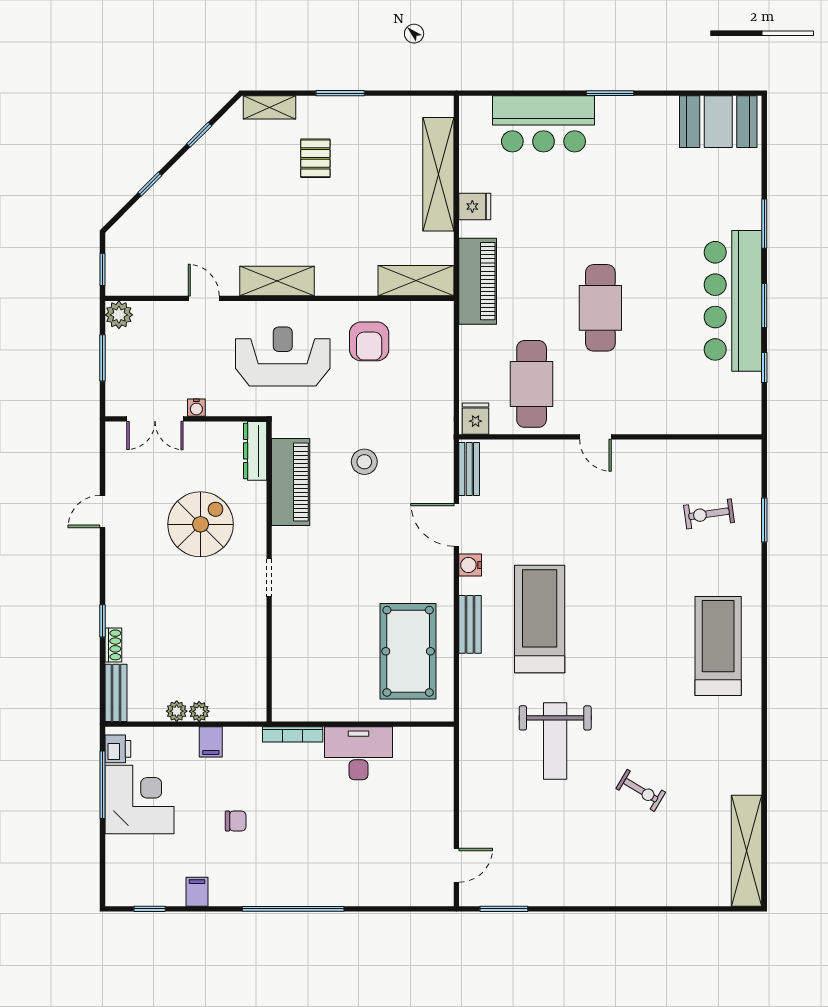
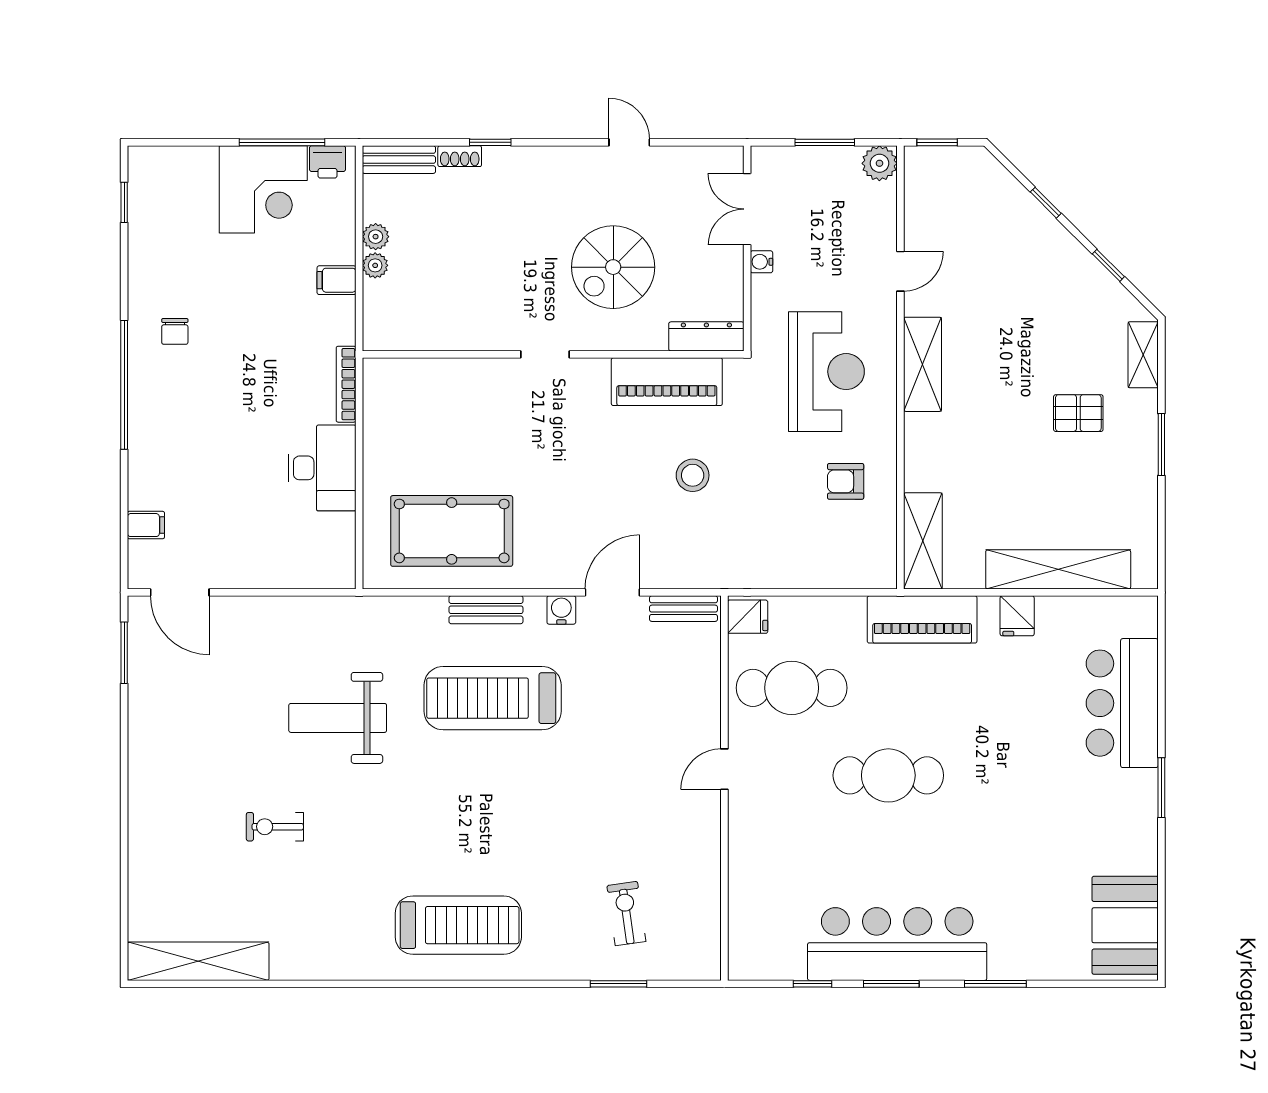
armchair: (369, 341) -> (846, 481), width x0.72, depth x0.72
spiral stairs: (201, 524) -> (613, 267), turned 90
treadmill: (540, 619) -> (493, 698), turned 180
exercise bike: (641, 790) -> (275, 827), turned 59
chair: (236, 821) -> (175, 331), moved
door: (456, 865) -> (180, 592), width x1.38
filing cabinet: (197, 892) -> (146, 525), moved

